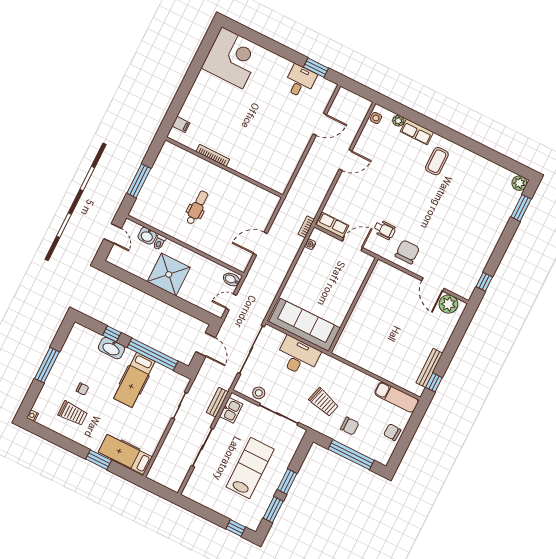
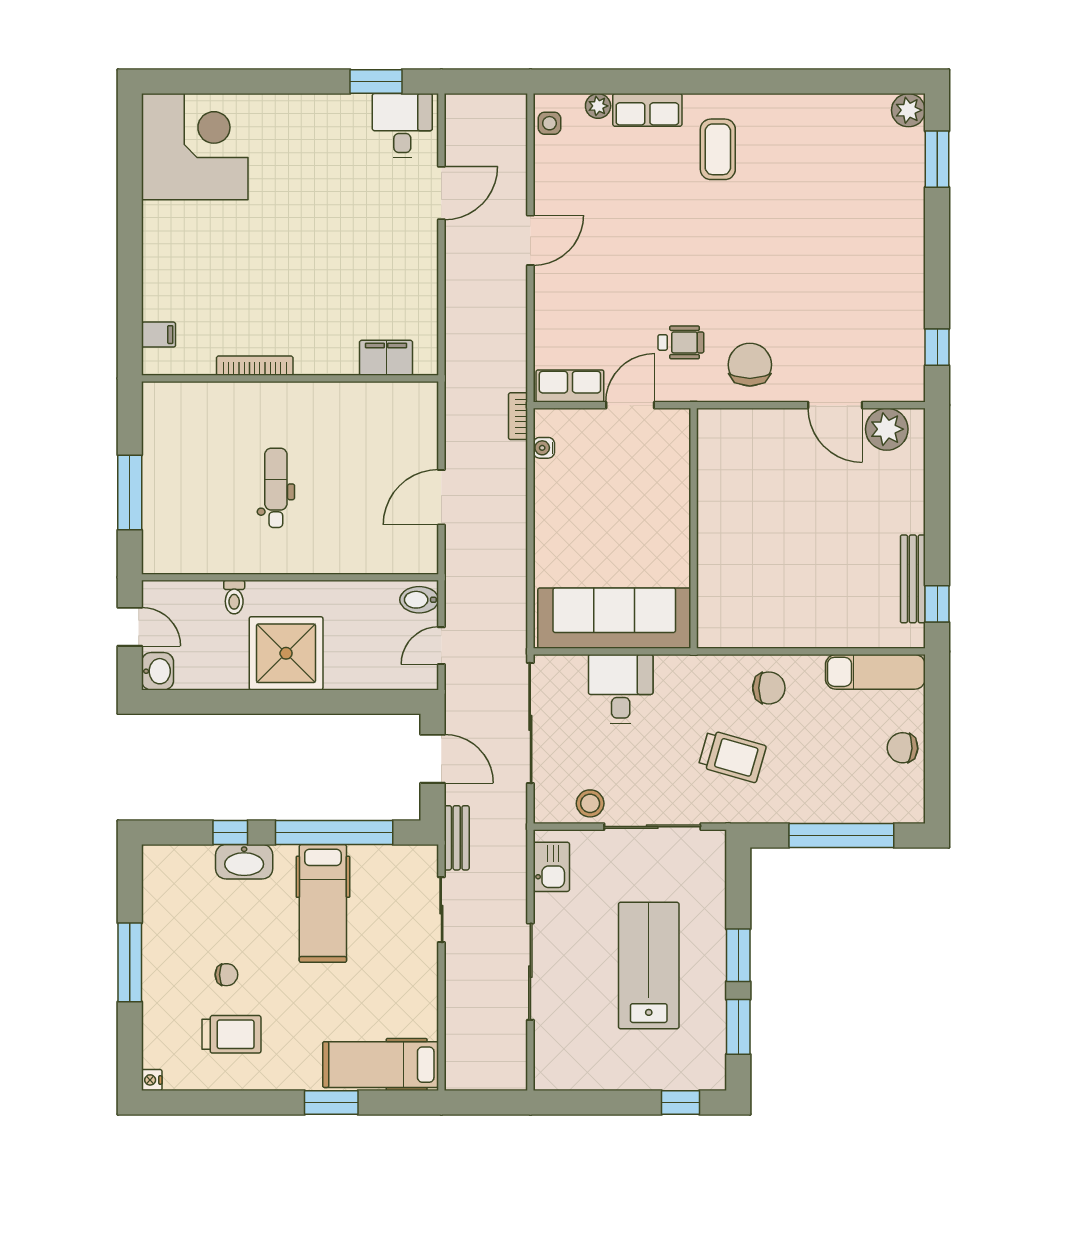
desk: (300, 81) -> (402, 126), moved
filing cabinet: (266, 178) -> (386, 358), added
washbasin: (147, 236) -> (158, 671), moved, turned -90
desk: (298, 356) -> (621, 689), width x0.73
bench: (217, 402) -> (457, 838), moved
chair: (350, 426) -> (769, 688), moved

